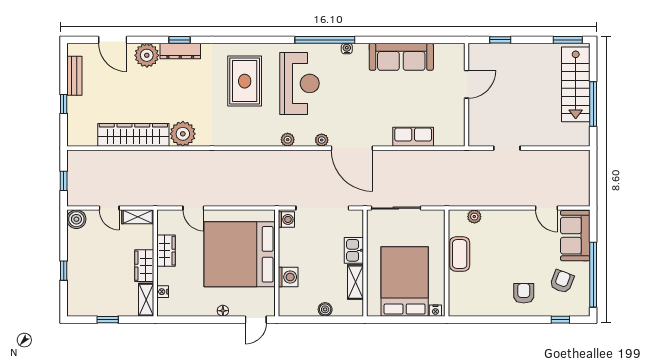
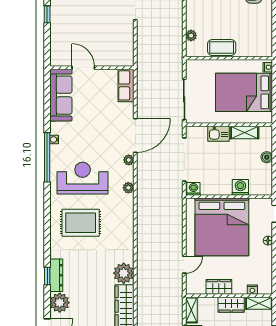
door: (467, 84) -> (83, 68), moved
wall: (467, 95) -> (92, 68), moved

